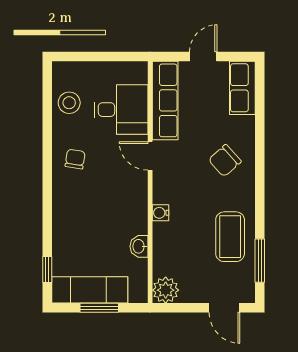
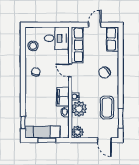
desk: (121, 110) -> (57, 38), moved
filing cabinet: (134, 213) -> (63, 97), added
plant: (169, 240) -> (79, 109), added

